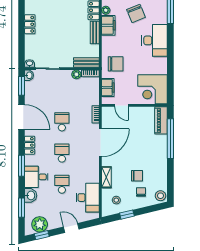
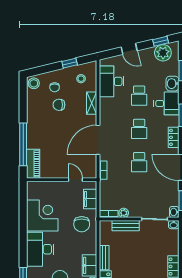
bench: (86, 62) -> (126, 226), moved
chair: (116, 64) -> (82, 224), turned -90
corner desk: (153, 89) -> (42, 216), moved

